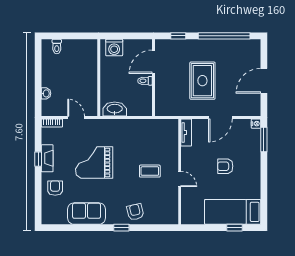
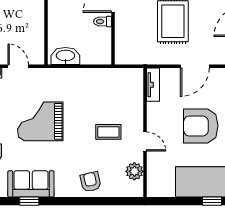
armchair: (225, 166) -> (201, 126), width x1.88, depth x1.88
plant: (171, 203) -> (134, 171), added
window: (121, 228) -> (29, 201), moved

